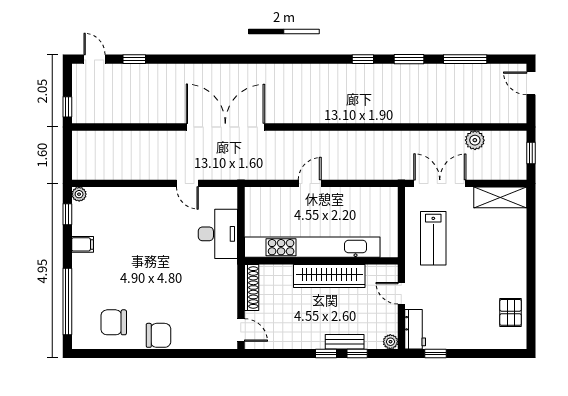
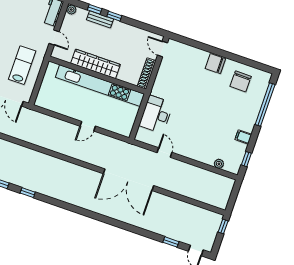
plant: (79, 194) -> (219, 164), moved
chair: (114, 322) -> (241, 81), turned 91

